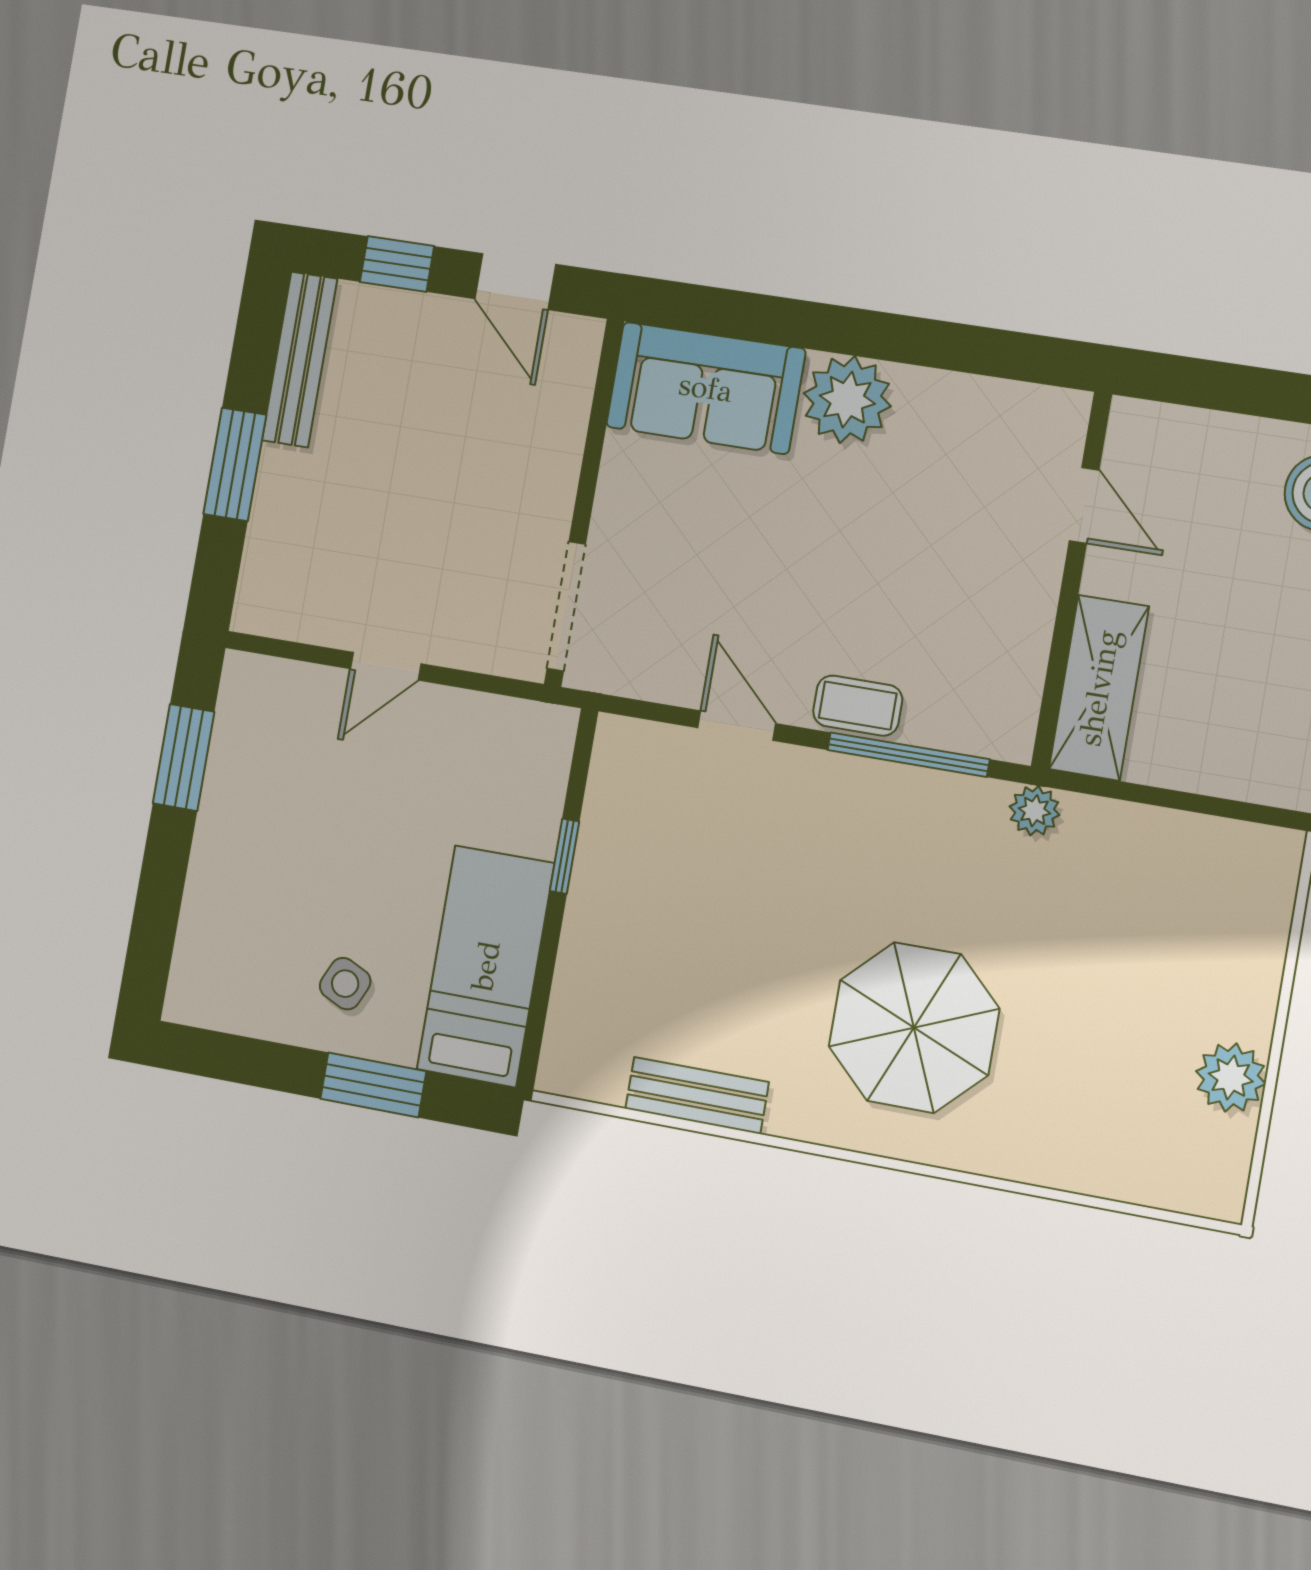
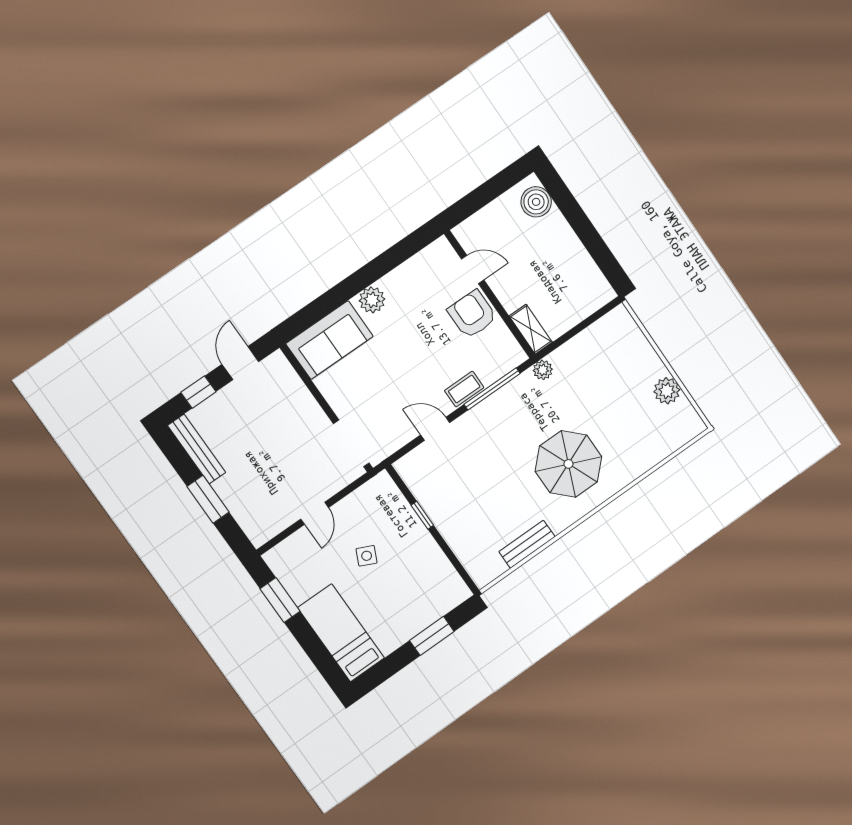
door: (515, 282) -> (240, 363), swing flipped
plant: (847, 400) -> (372, 300), width x0.73, depth x0.73
armchair: (1004, 585) -> (472, 314), added
shelving: (1099, 688) -> (531, 329), width x0.67, depth x0.75
bed: (486, 966) -> (341, 633), moved
side table: (345, 984) -> (367, 556), moved

